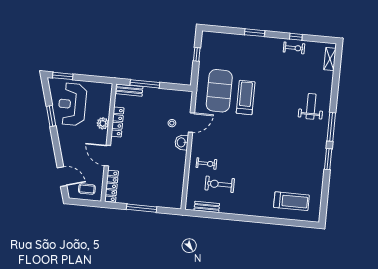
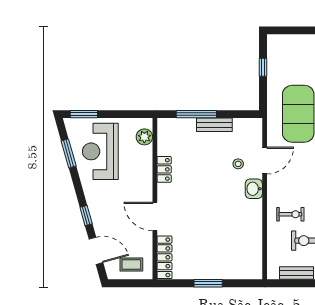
bench: (129, 90) -> (214, 125), moved
window: (51, 116) -> (69, 153), moved
locker: (117, 122) -> (164, 169), width x0.66
plant: (103, 123) -> (144, 137), moved
window: (57, 150) -> (86, 216), added
window: (142, 208) -> (208, 283), width x0.69

